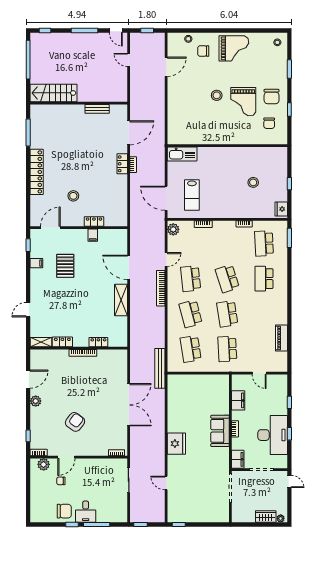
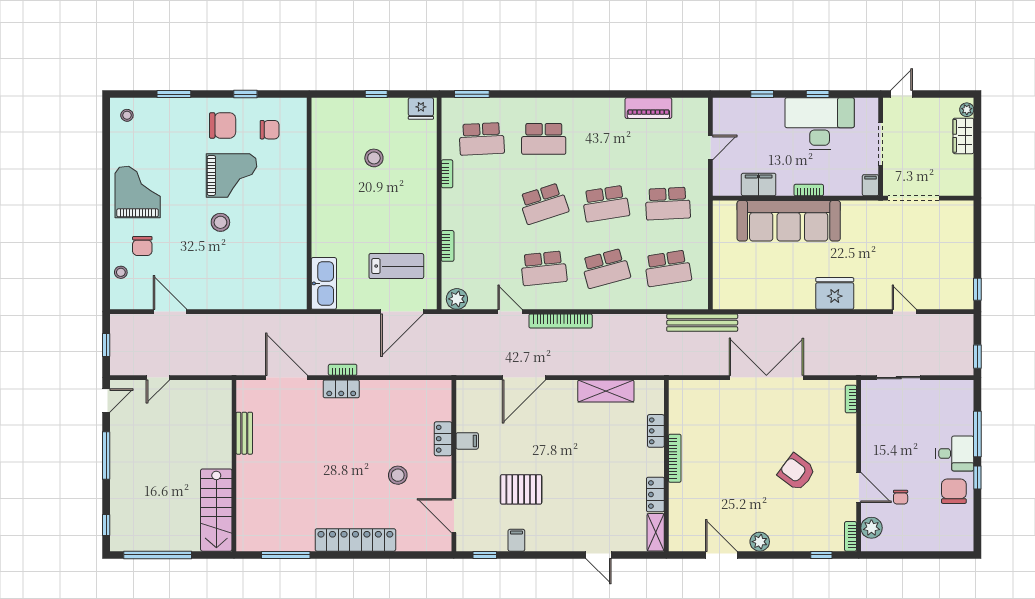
shelving: (121, 300) -> (606, 391), moved
sofa: (220, 431) -> (789, 221), width x1.85, depth x1.27
filing cabinet: (238, 459) -> (870, 185), width x0.50
door: (166, 483) -> (904, 312), swing flipped

